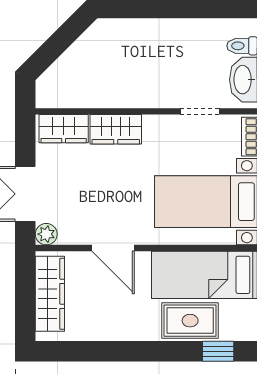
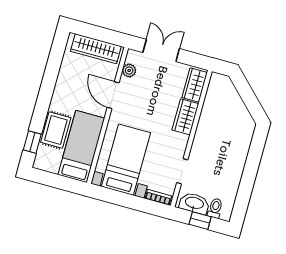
plant: (46, 234) -> (129, 71), moved
door: (113, 248) -> (113, 95), hinge flipped

